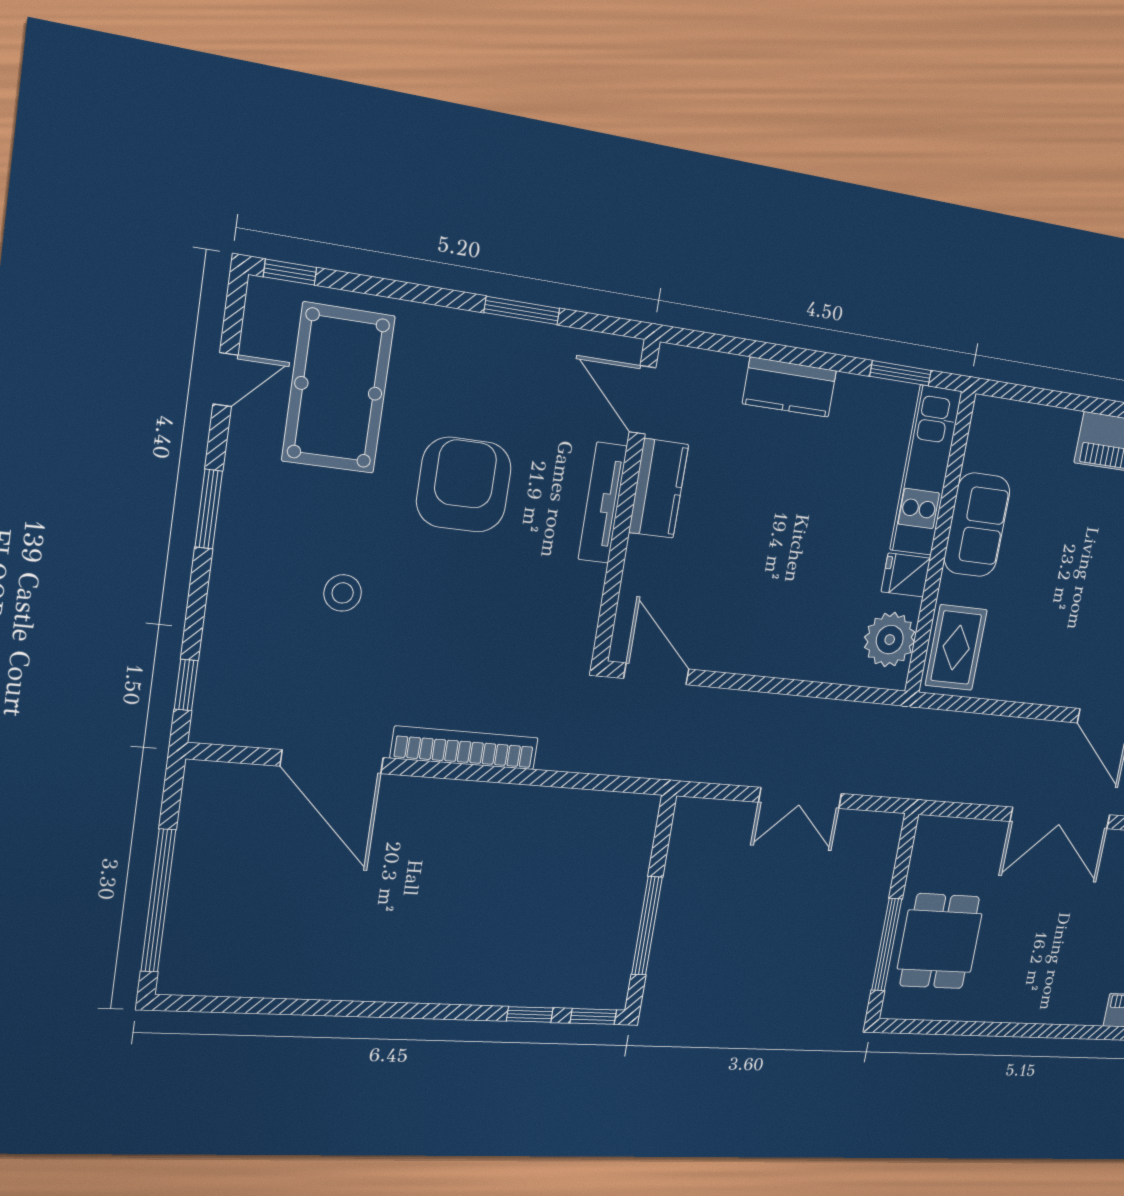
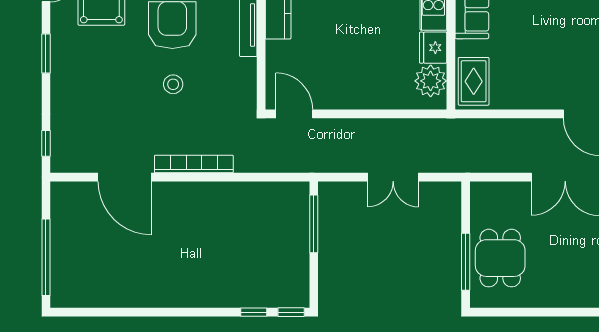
fridge: (906, 575) -> (433, 48), width x1.38
stool: (343, 593) -> (173, 84), moved
window: (647, 926) -> (314, 224), moved

